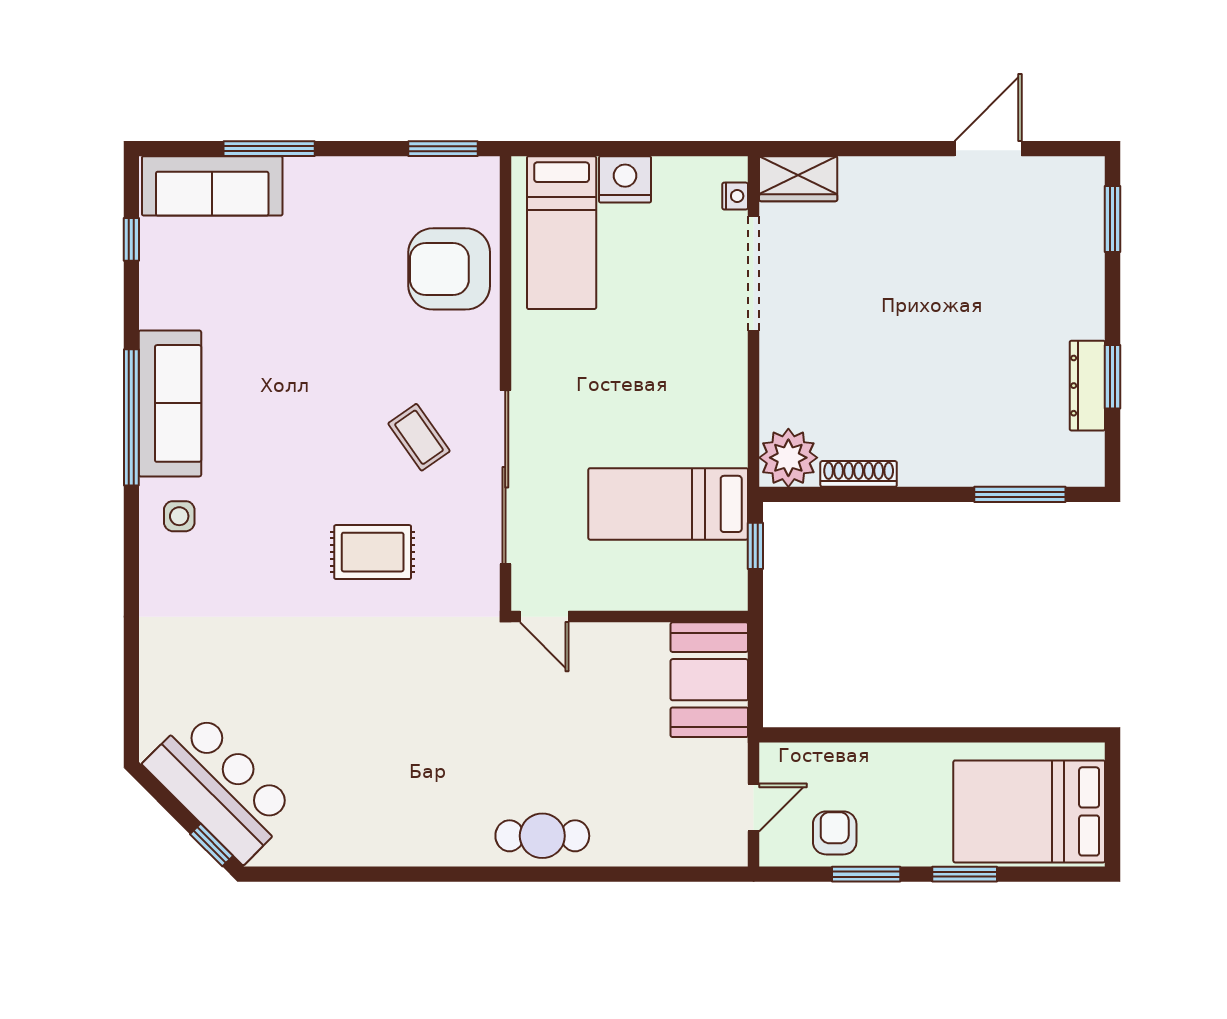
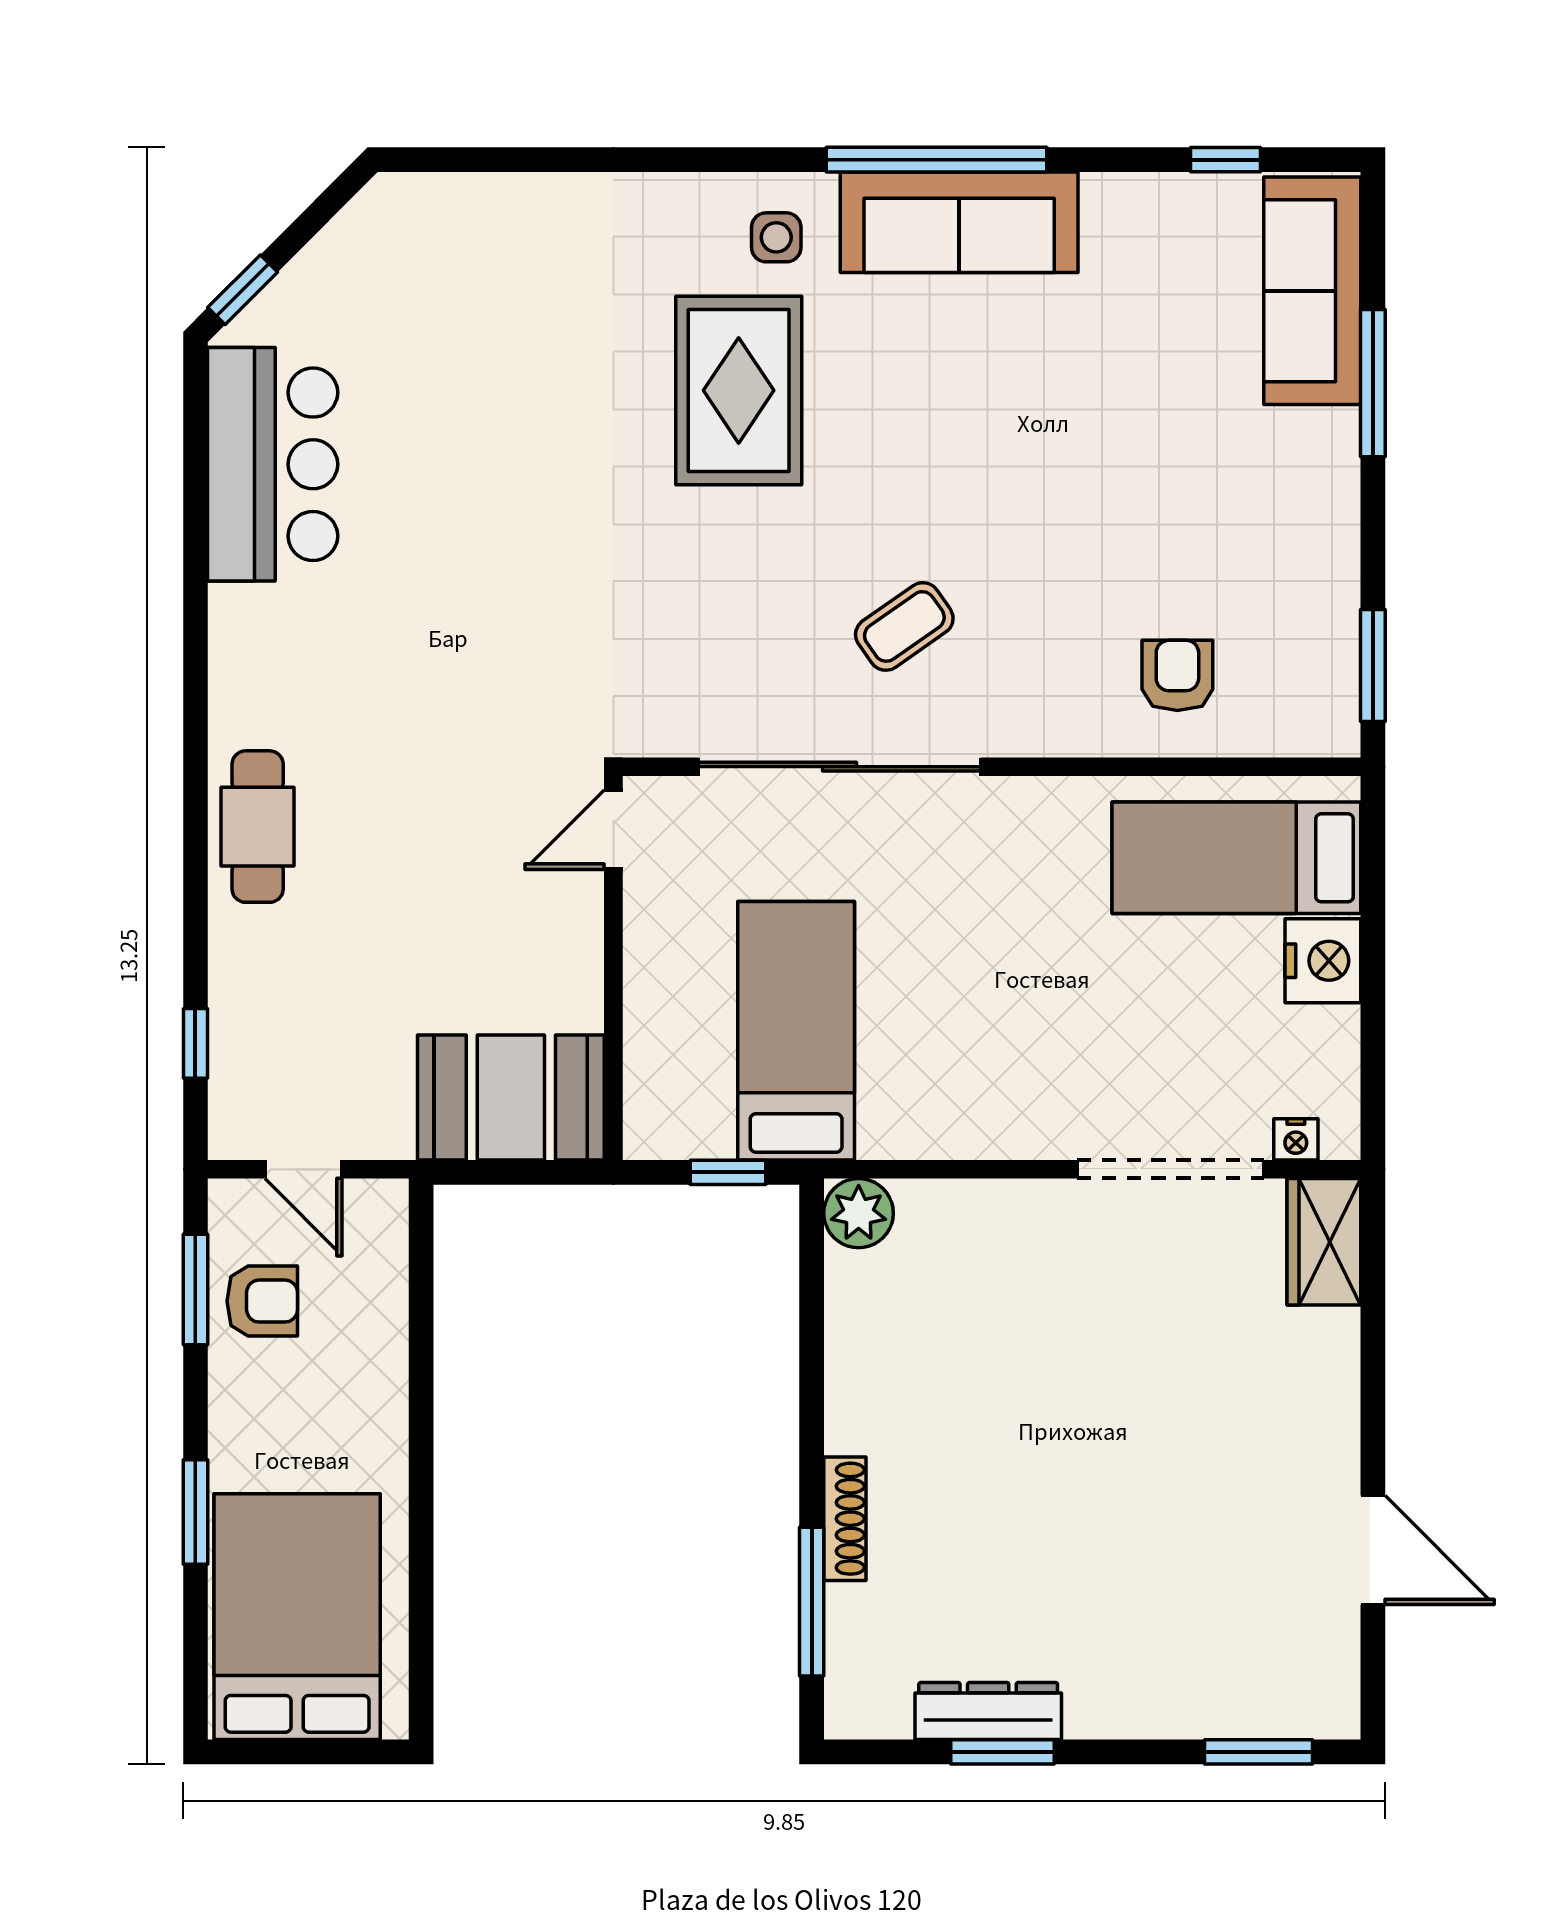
armchair: (449, 269) -> (1177, 675), width x0.53, depth x0.53
plant: (788, 458) -> (859, 1213), width x0.73, depth x0.73
shoe rack: (859, 474) -> (845, 1519), moved
rug: (373, 552) -> (739, 390), moved, width x1.36, depth x1.43
bar counter: (220, 787) -> (273, 464), moved, turned -45
window: (676, 874) -> (195, 1043), added
window: (866, 874) -> (195, 1289), moved

